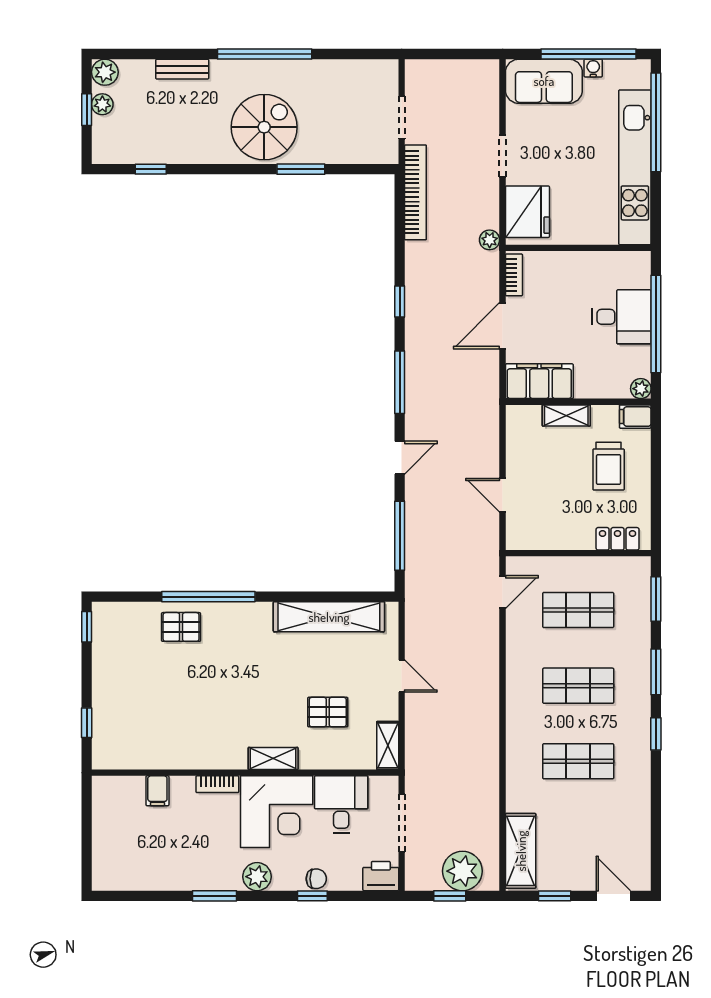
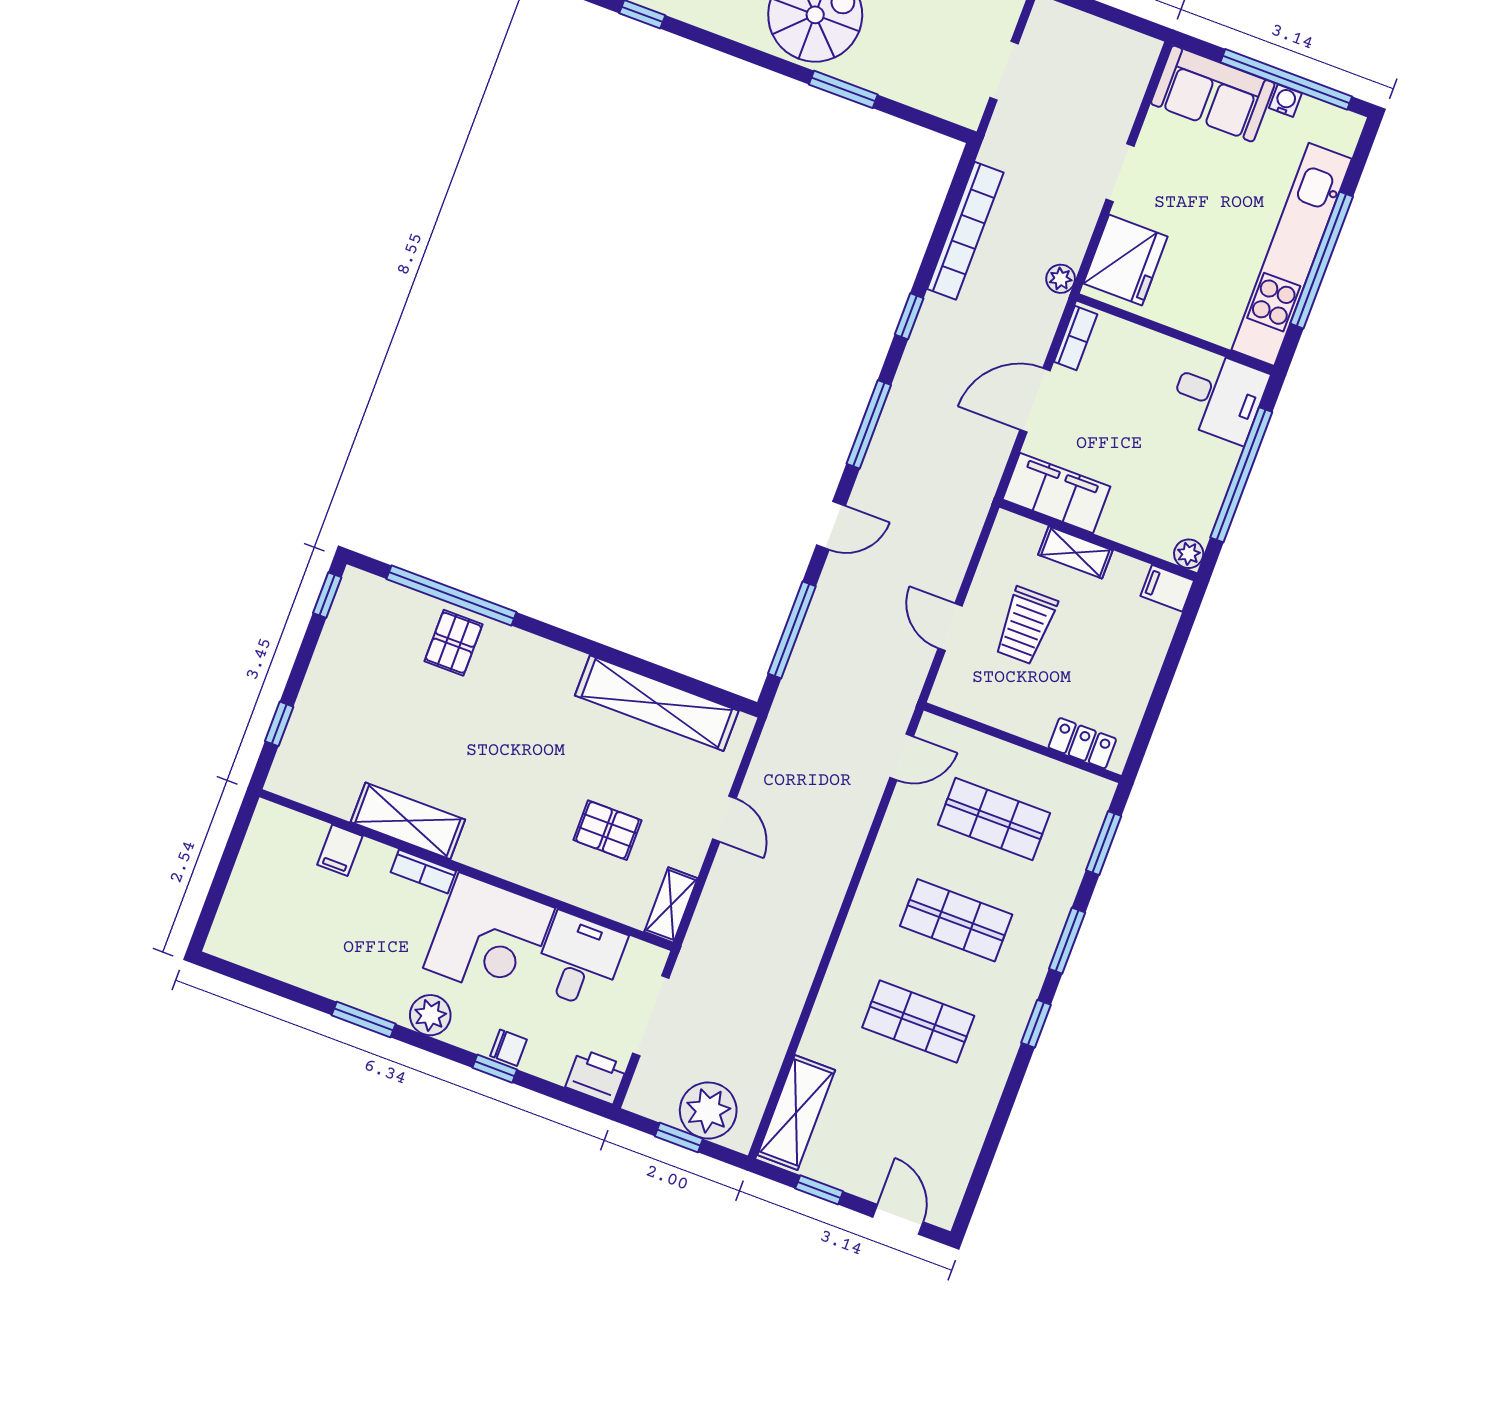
window: (656, 122) -> (1322, 260), moved
bookcase: (415, 192) -> (965, 231), moved
desk: (622, 317) -> (1218, 396), moved
trolley: (609, 466) -> (1026, 626), moved
window: (208, 597) -> (451, 596), moved
pallet: (181, 627) -> (453, 643), turned 90
shelving: (273, 759) -> (408, 821), moved, width x1.50, depth x1.33

